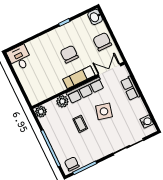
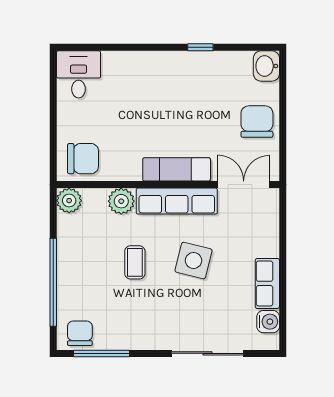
chair: (69, 54) -> (83, 159), moved, turned 90
row of seats: (130, 88) -> (267, 283), moved

